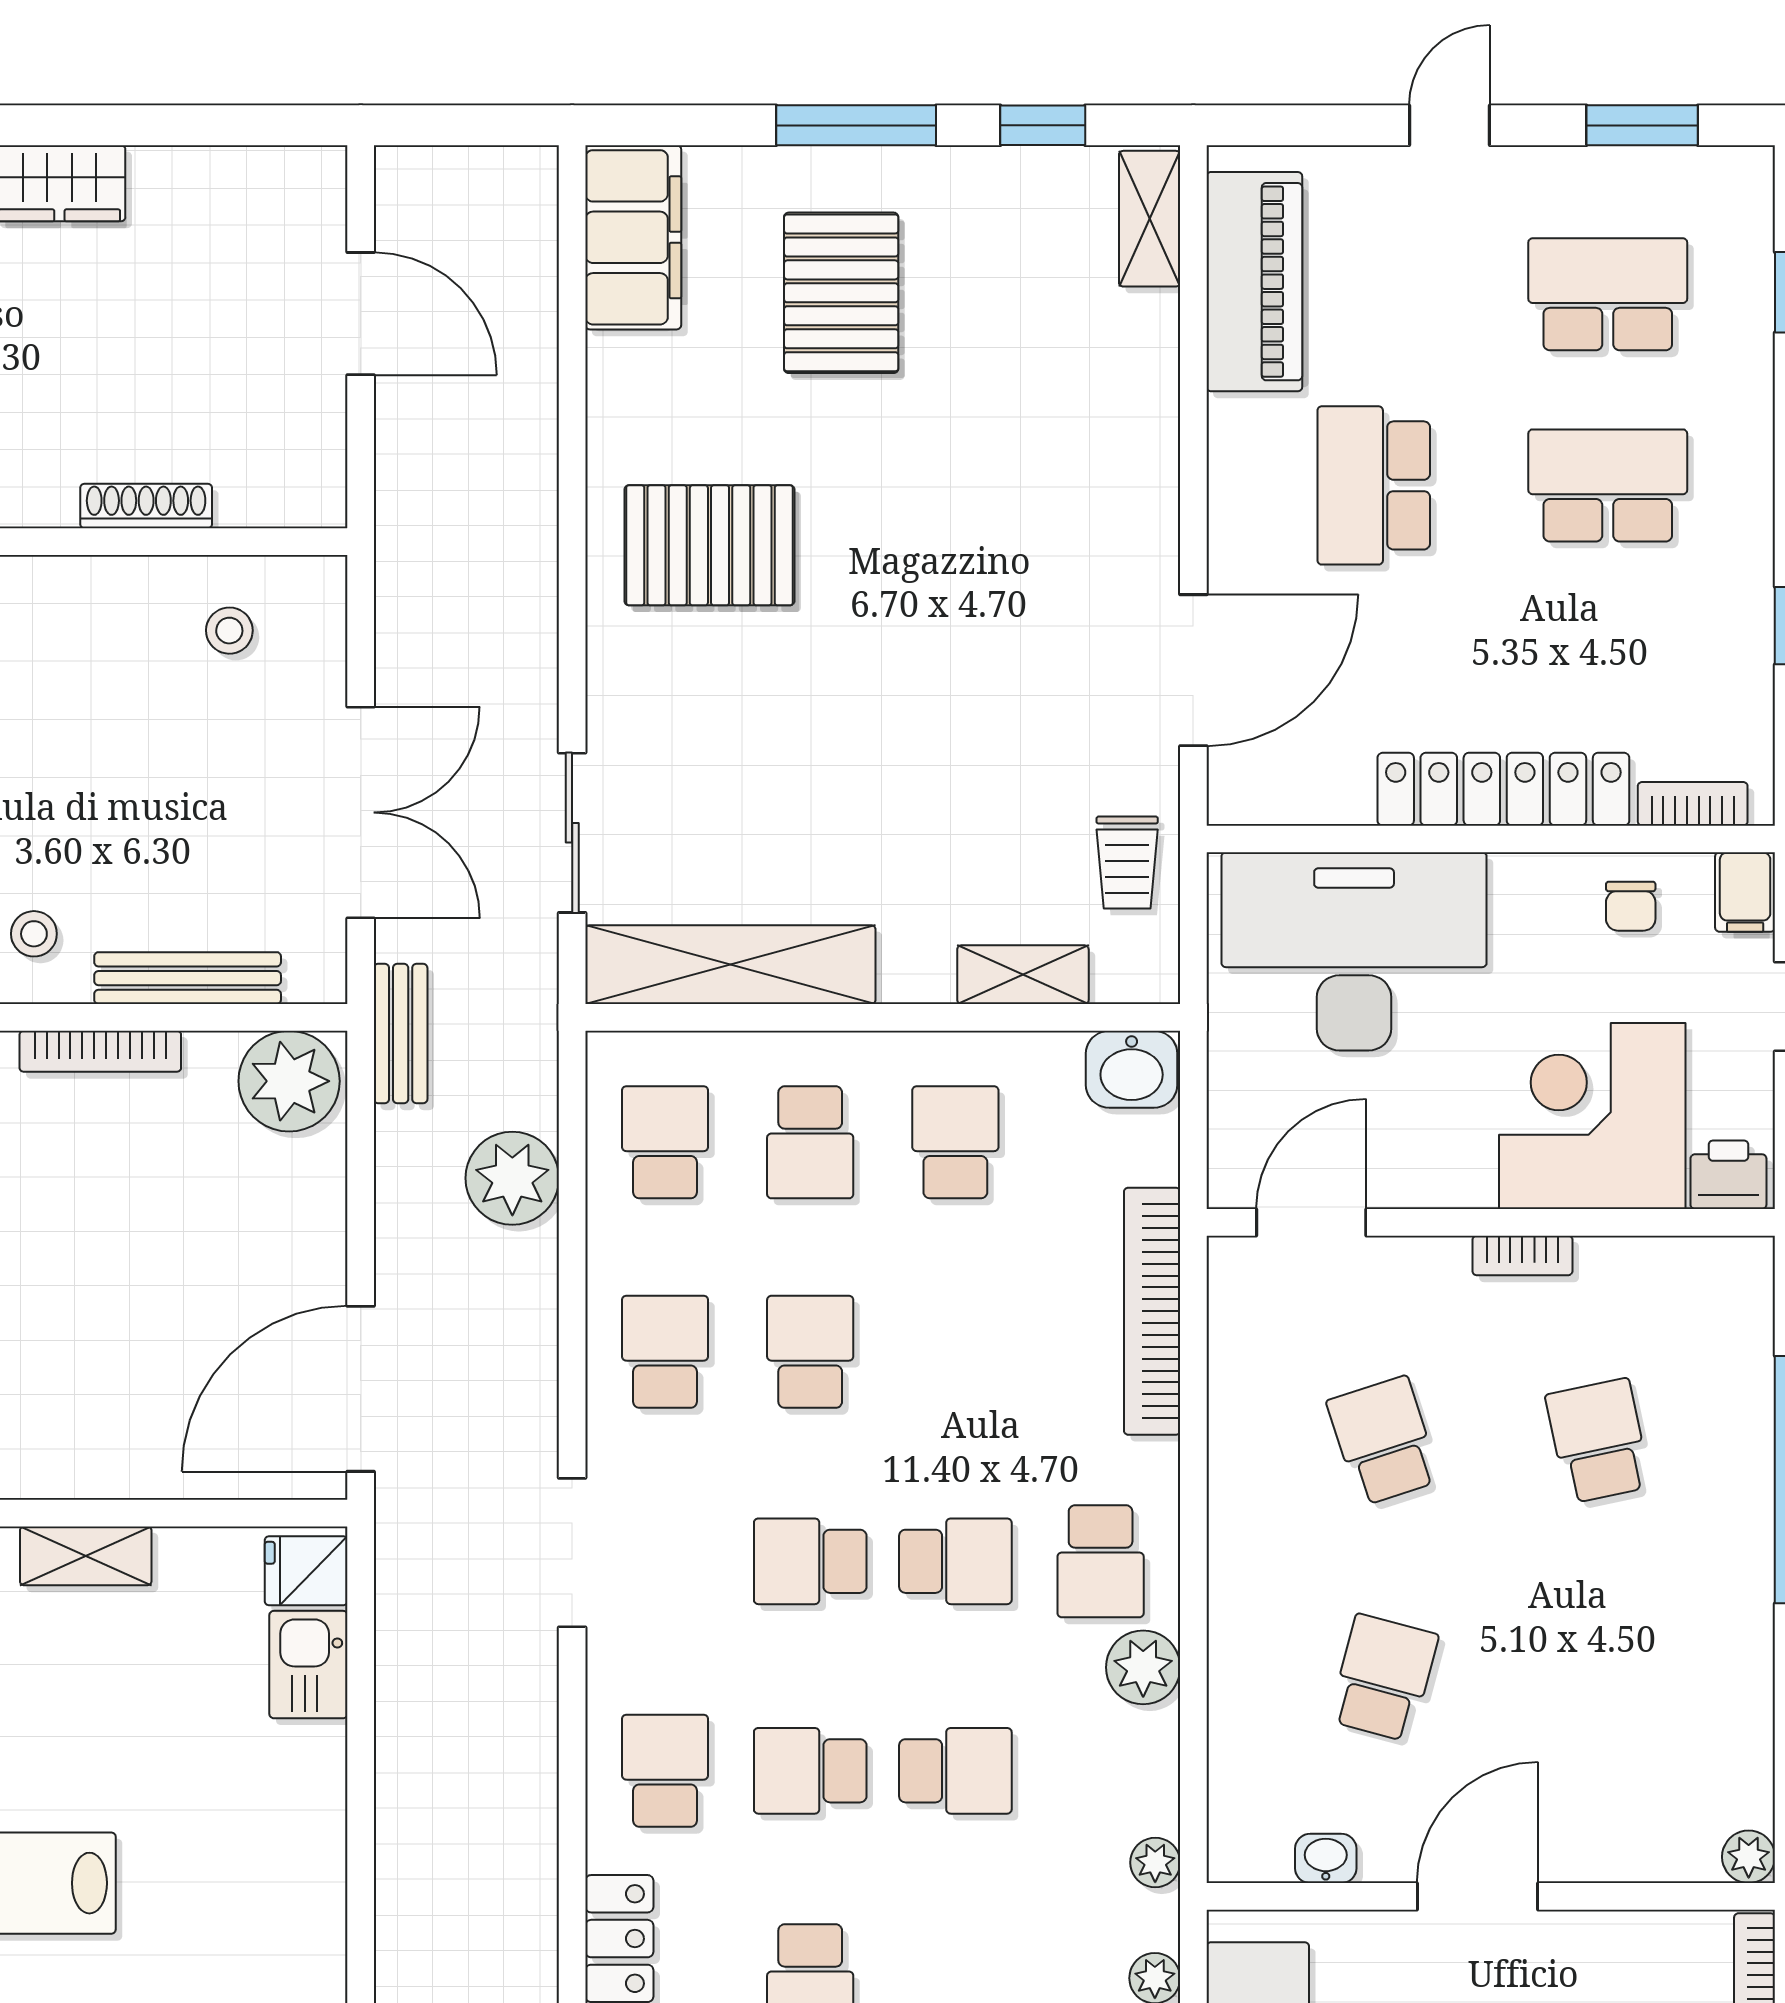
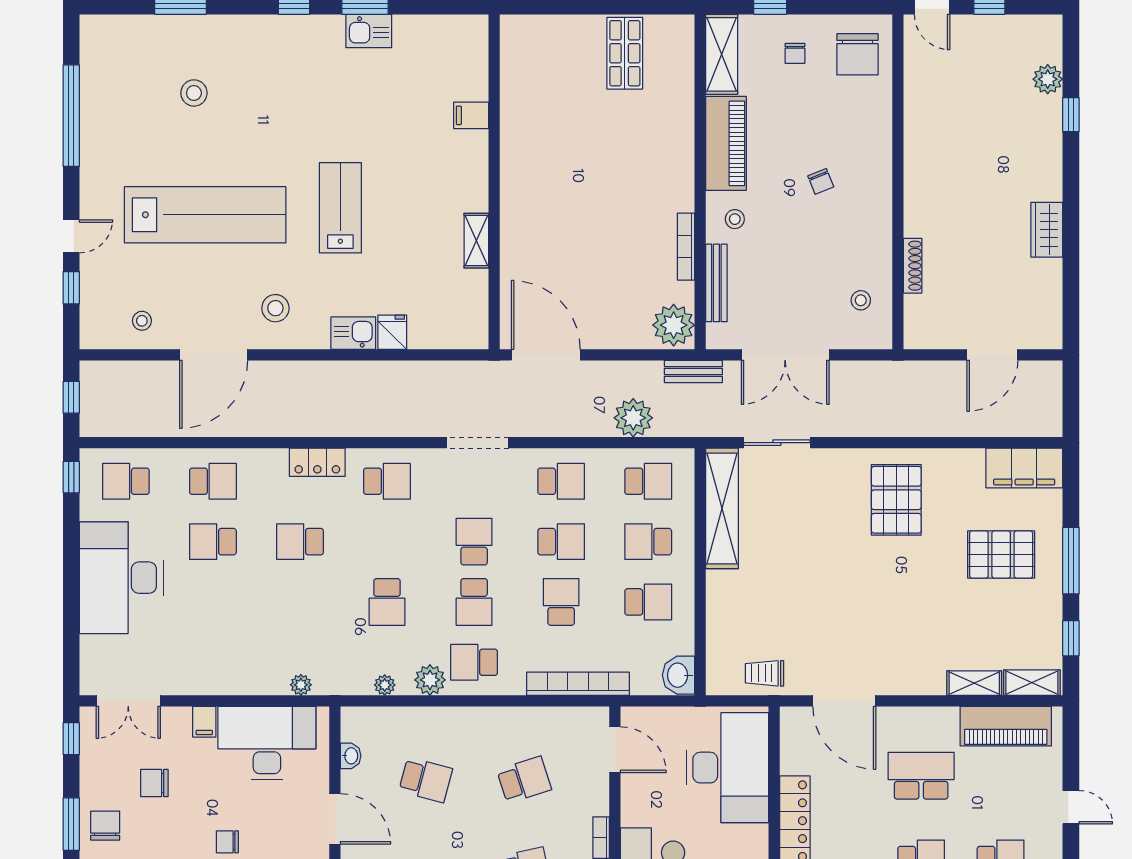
shelving: (1023, 975) -> (974, 683), moved, turned 90
fridge: (306, 1571) -> (392, 332), moved
kitchen sink: (308, 1665) -> (353, 333), moved
school desk: (810, 1771) -> (561, 602), moved
plant: (1155, 1863) -> (385, 685), moved

